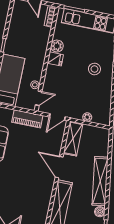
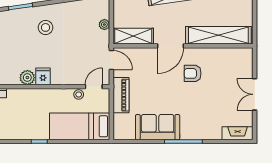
door: (39, 98) -> (94, 87), hinge flipped
armchair: (33, 181) -> (193, 73), added

